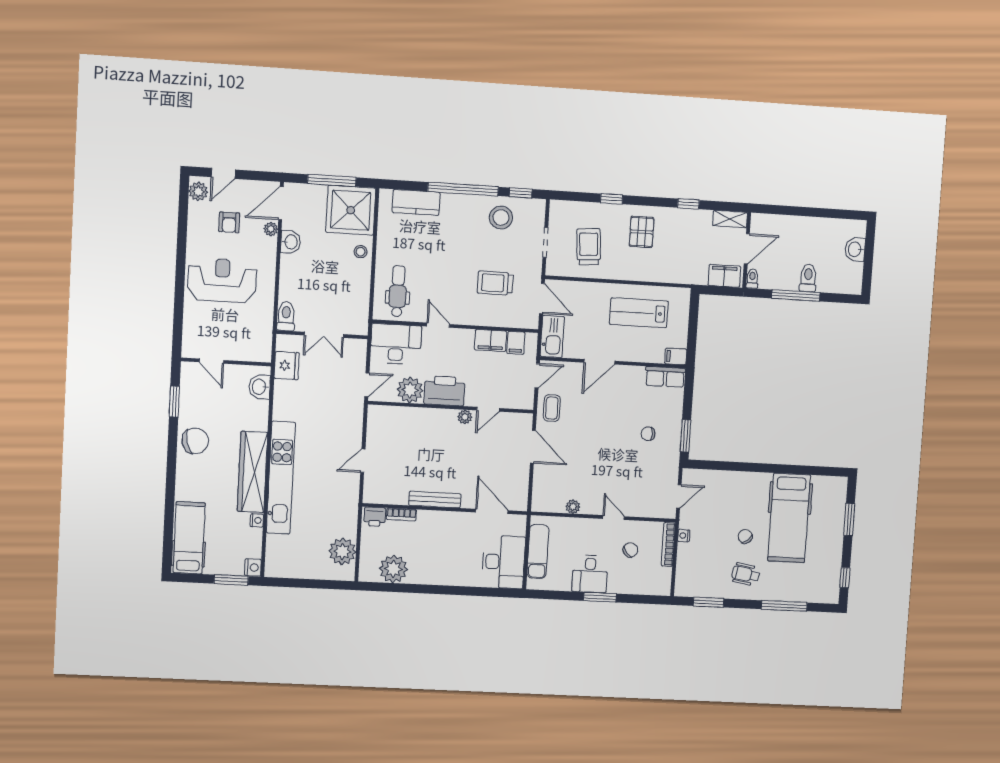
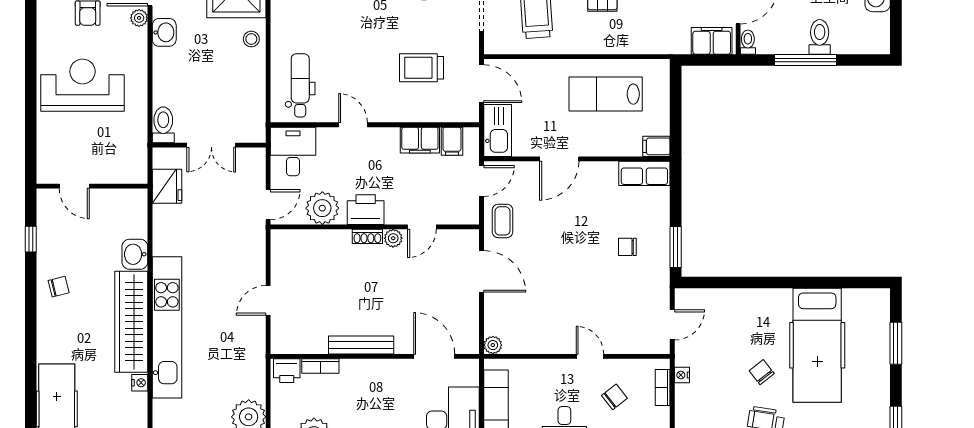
desk: (396, 344) -> (293, 151), width x0.73
washbasin: (260, 387) -> (135, 254), moved
printer: (444, 391) -> (366, 210), width x0.73, depth x0.84
window: (174, 402) -> (31, 239), width x0.67
shoe rack: (445, 414) -> (367, 236), added
chair: (195, 441) -> (59, 287), width x0.54, depth x0.54
plant: (573, 507) -> (493, 345), moved
bookcase: (668, 544) -> (663, 387), width x0.64

